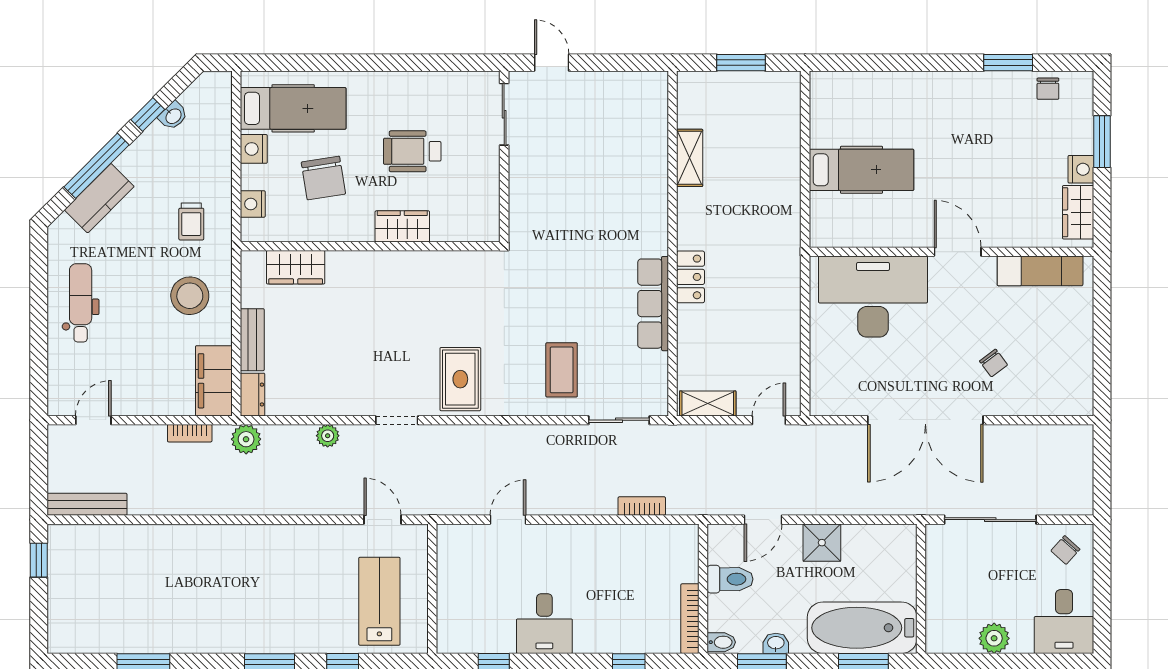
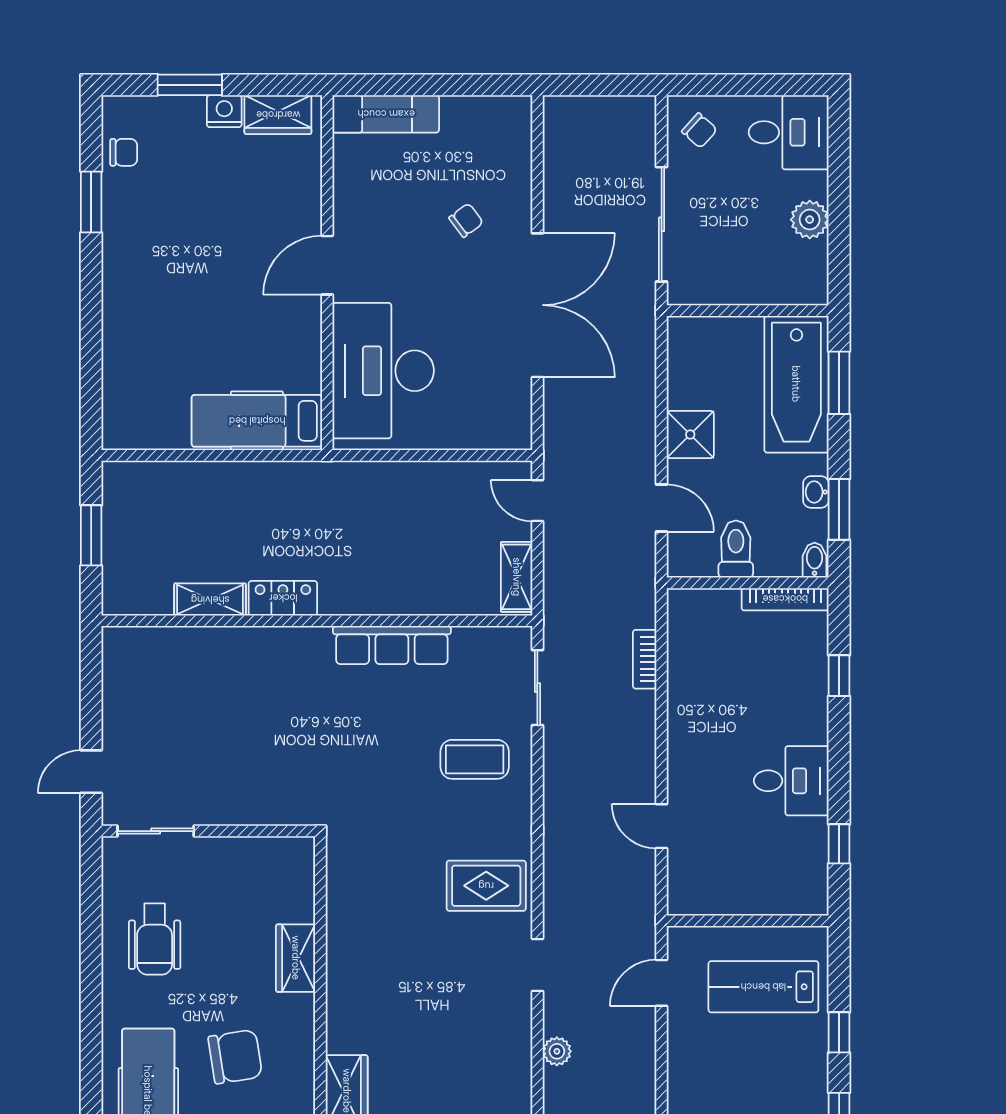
wheelchair: (412, 151) -> (155, 939), moved
hospital bed: (861, 170) -> (257, 421), moved, turned -90
exam couch: (1040, 271) -> (386, 114), moved, turned 90
locker: (691, 277) -> (283, 598), moved

